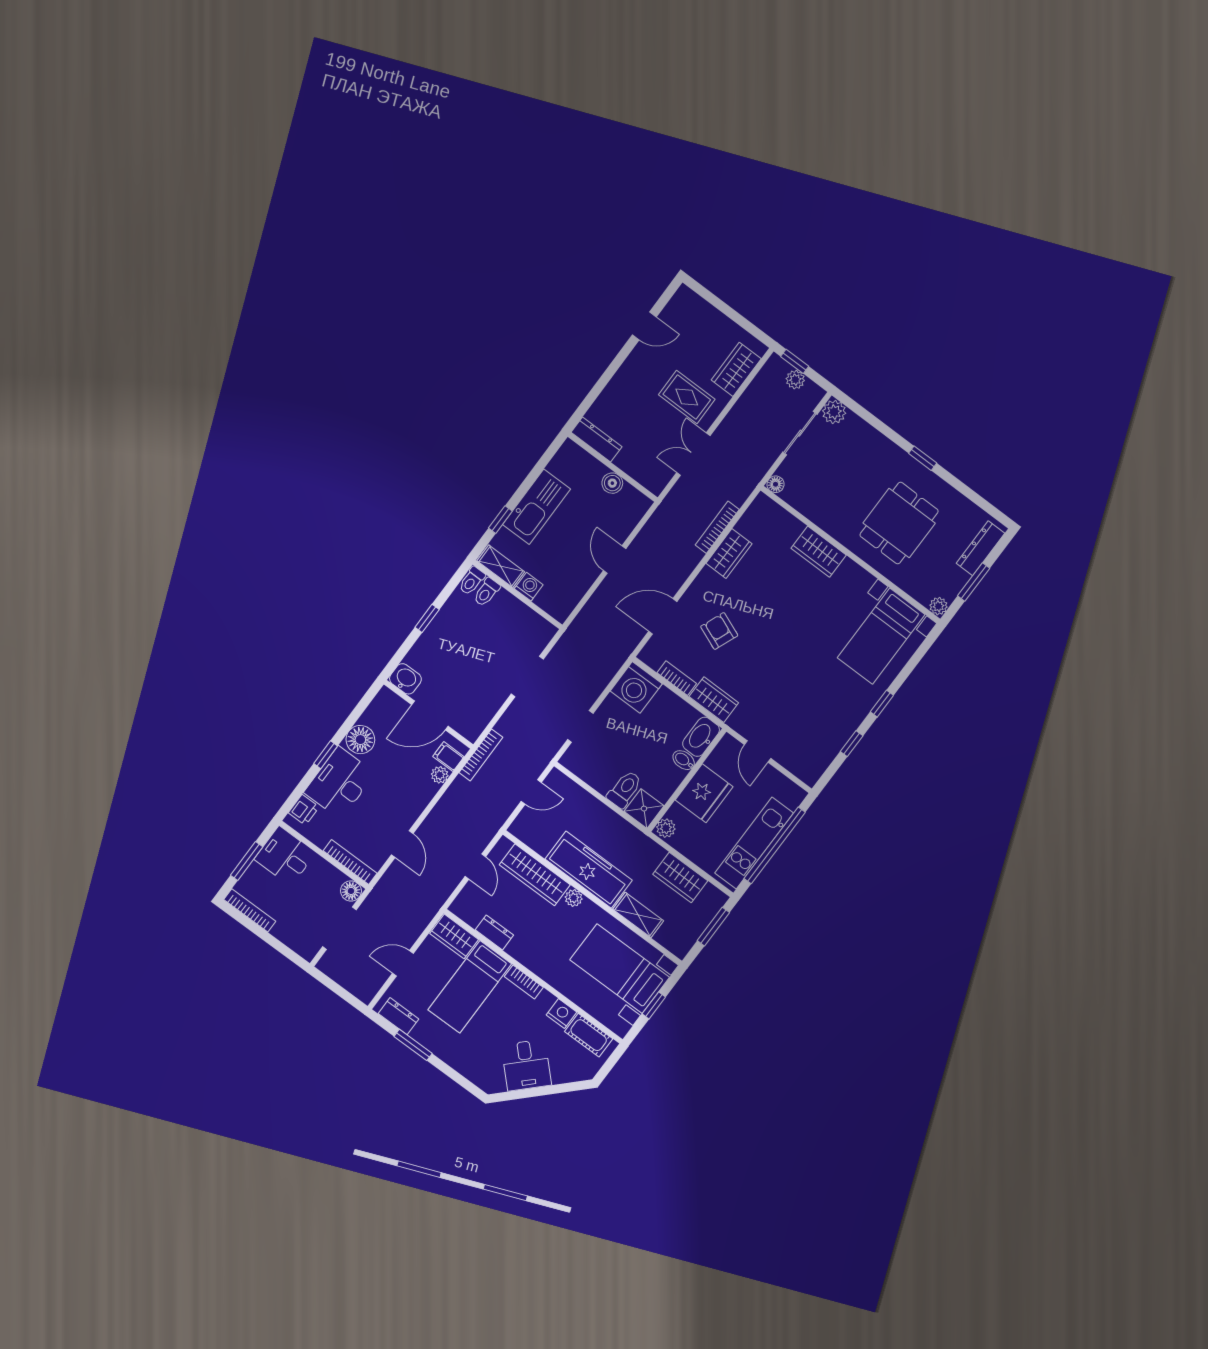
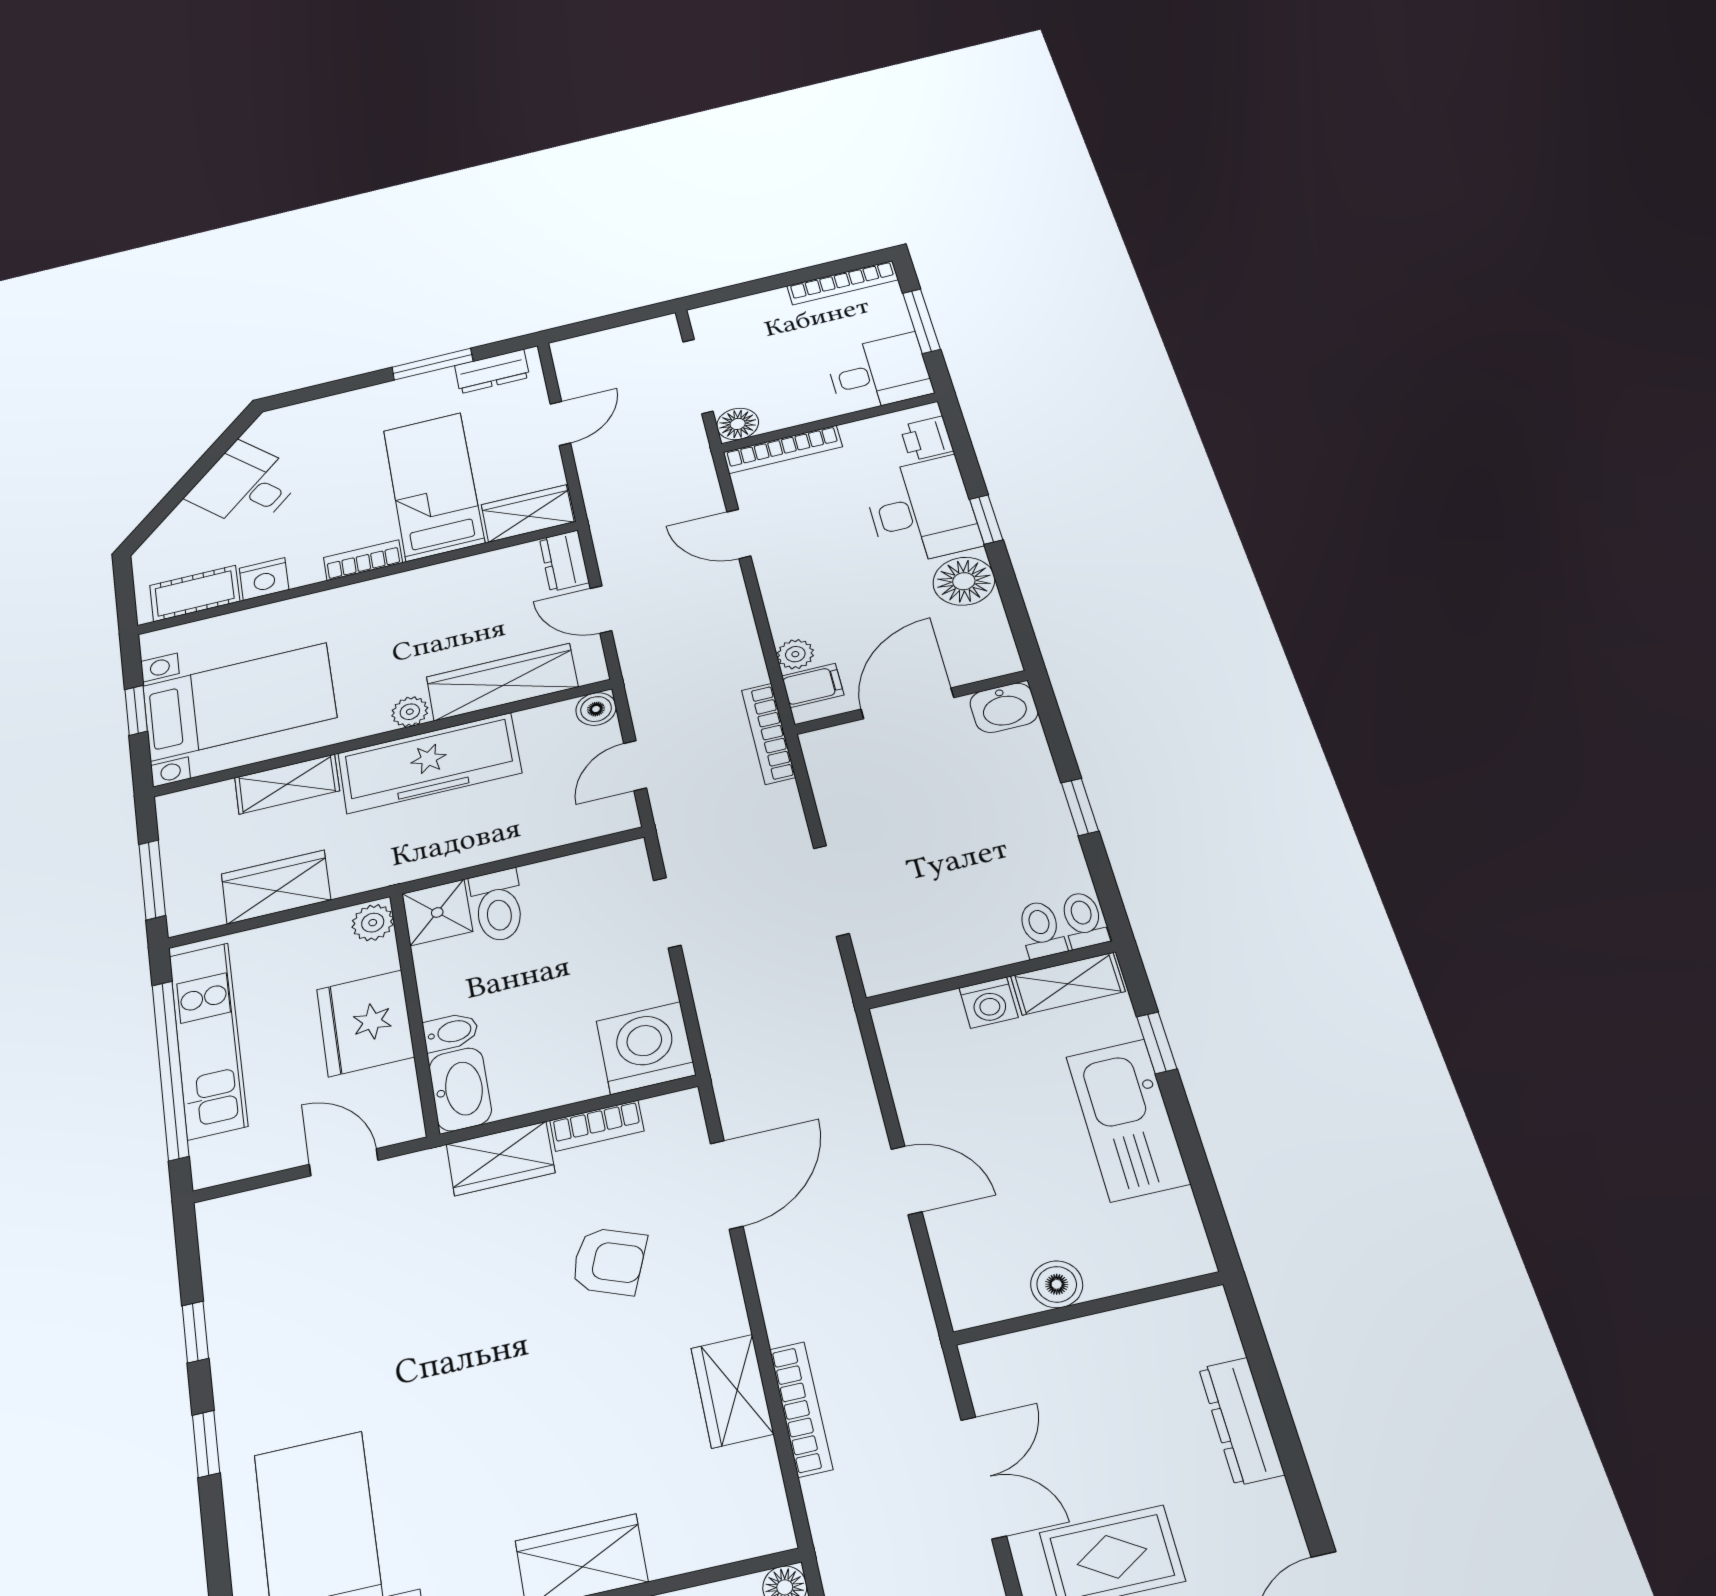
dresser: (597, 439) -> (1241, 1421), moved, turned 90
boiler: (519, 828) -> (596, 709), added
dresser: (494, 932) -> (564, 561), moved, turned 90

